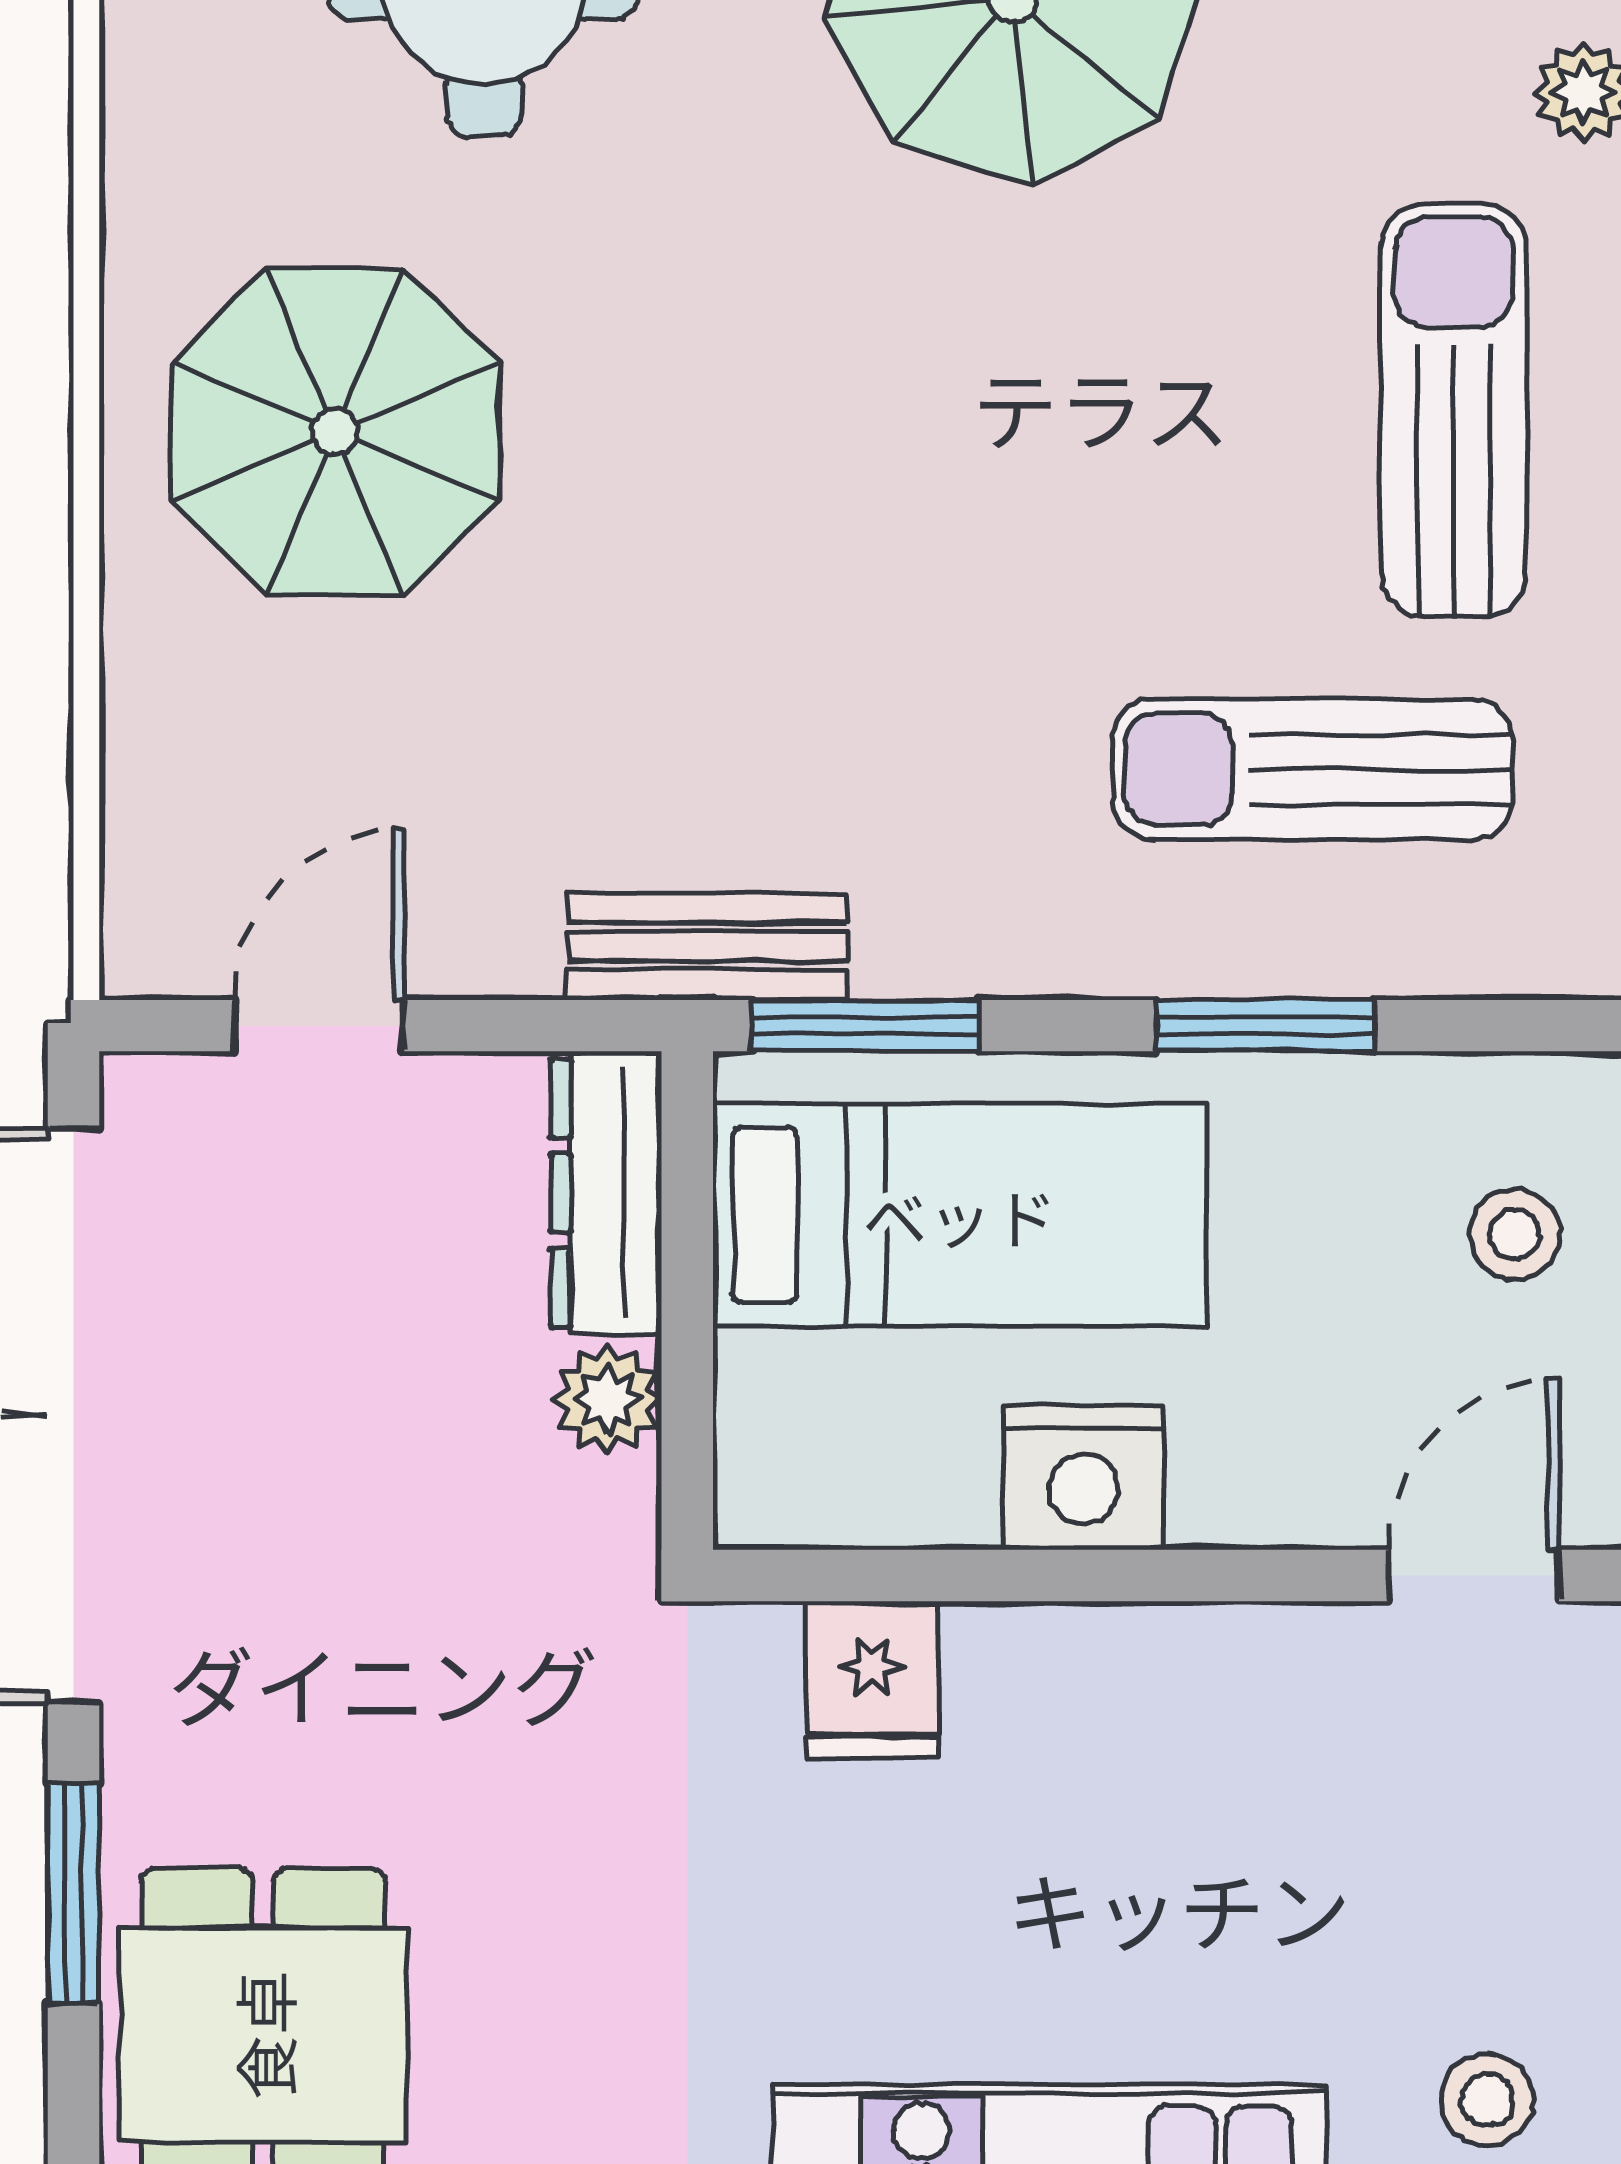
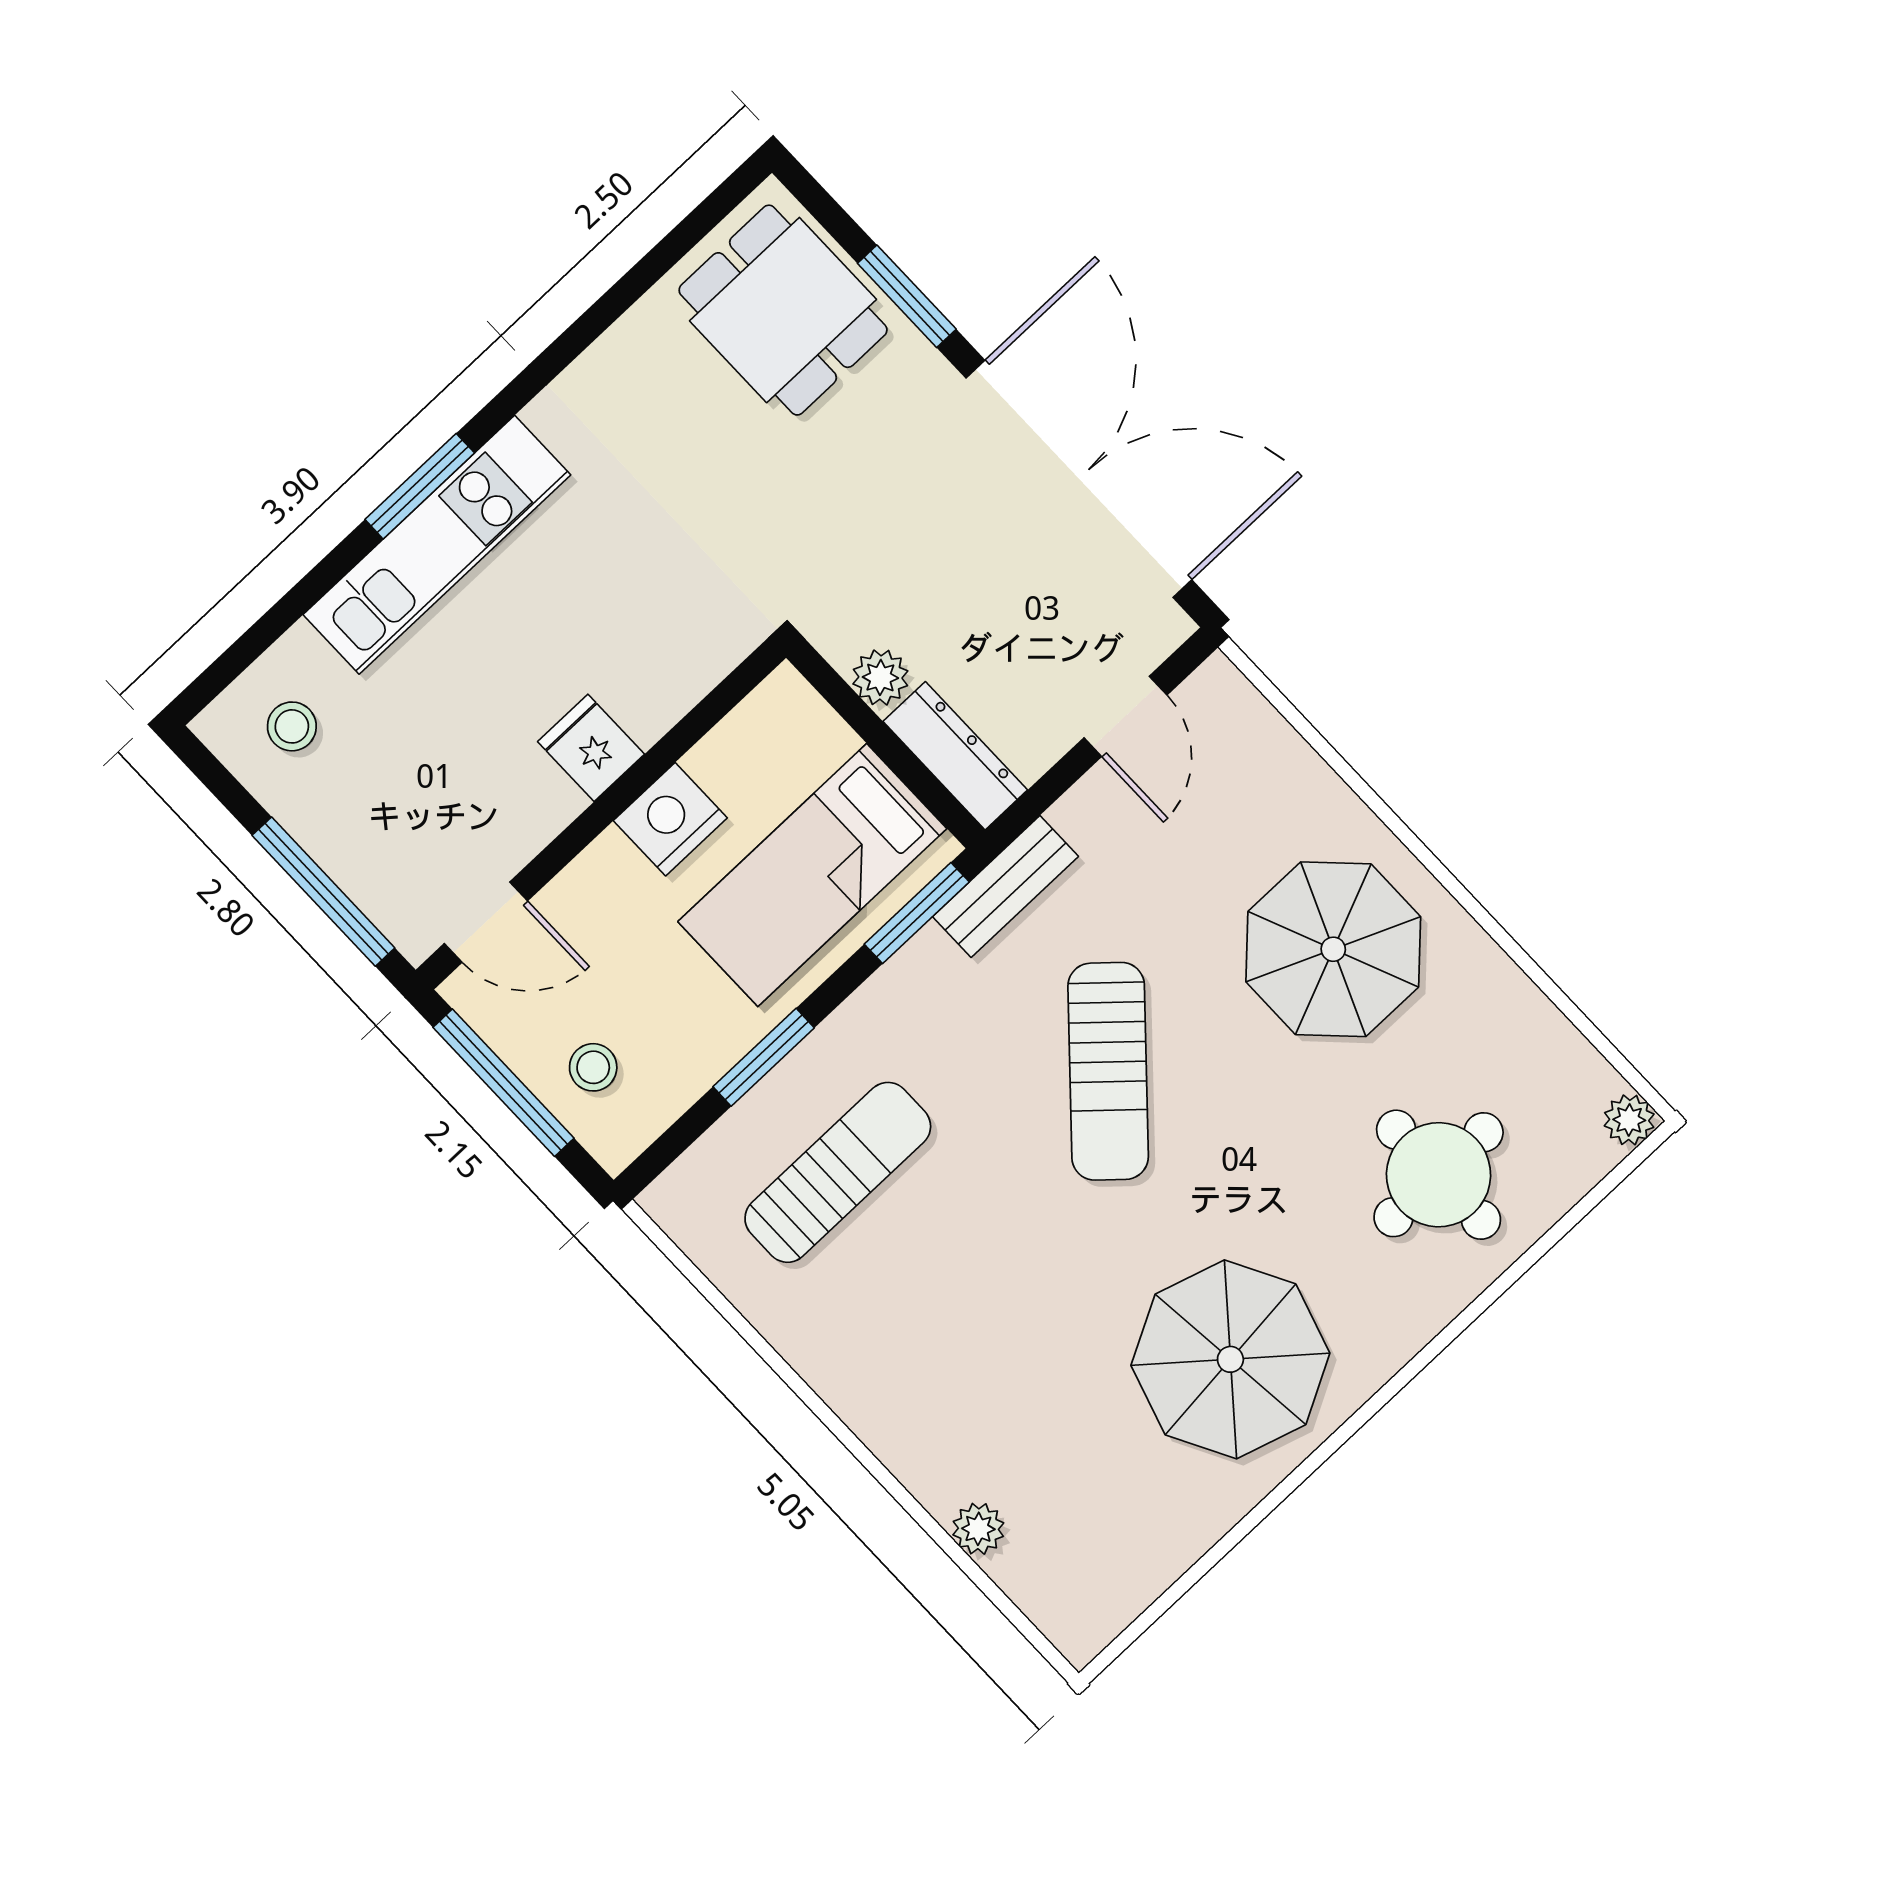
sun lounger: (1453, 410) -> (1108, 1071), moved, turned 42
door: (1474, 1575) -> (486, 922), hinge flipped
fridge: (872, 1680) -> (591, 748), moved

